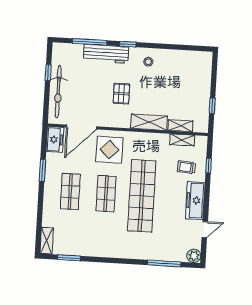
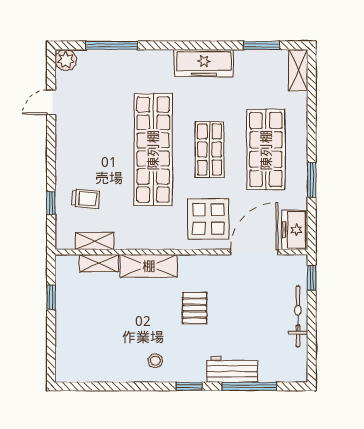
workbench: (106, 54) -> (232, 369), width x0.73
window: (48, 73) -> (312, 278), moved
bicycle: (58, 92) -> (298, 316), width x0.73, depth x0.71
shop shelf: (70, 192) -> (266, 150), width x1.43, depth x1.36
freezer: (195, 200) -> (204, 63), moved, turned 90

